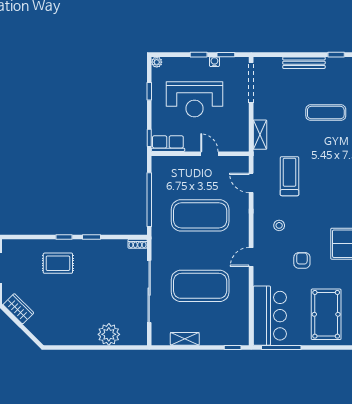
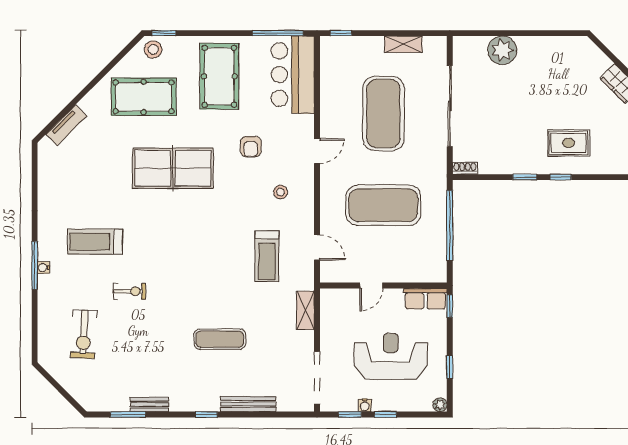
door: (209, 154) -> (371, 286), hinge flipped
exercise mat: (200, 286) -> (383, 113), turned 90

